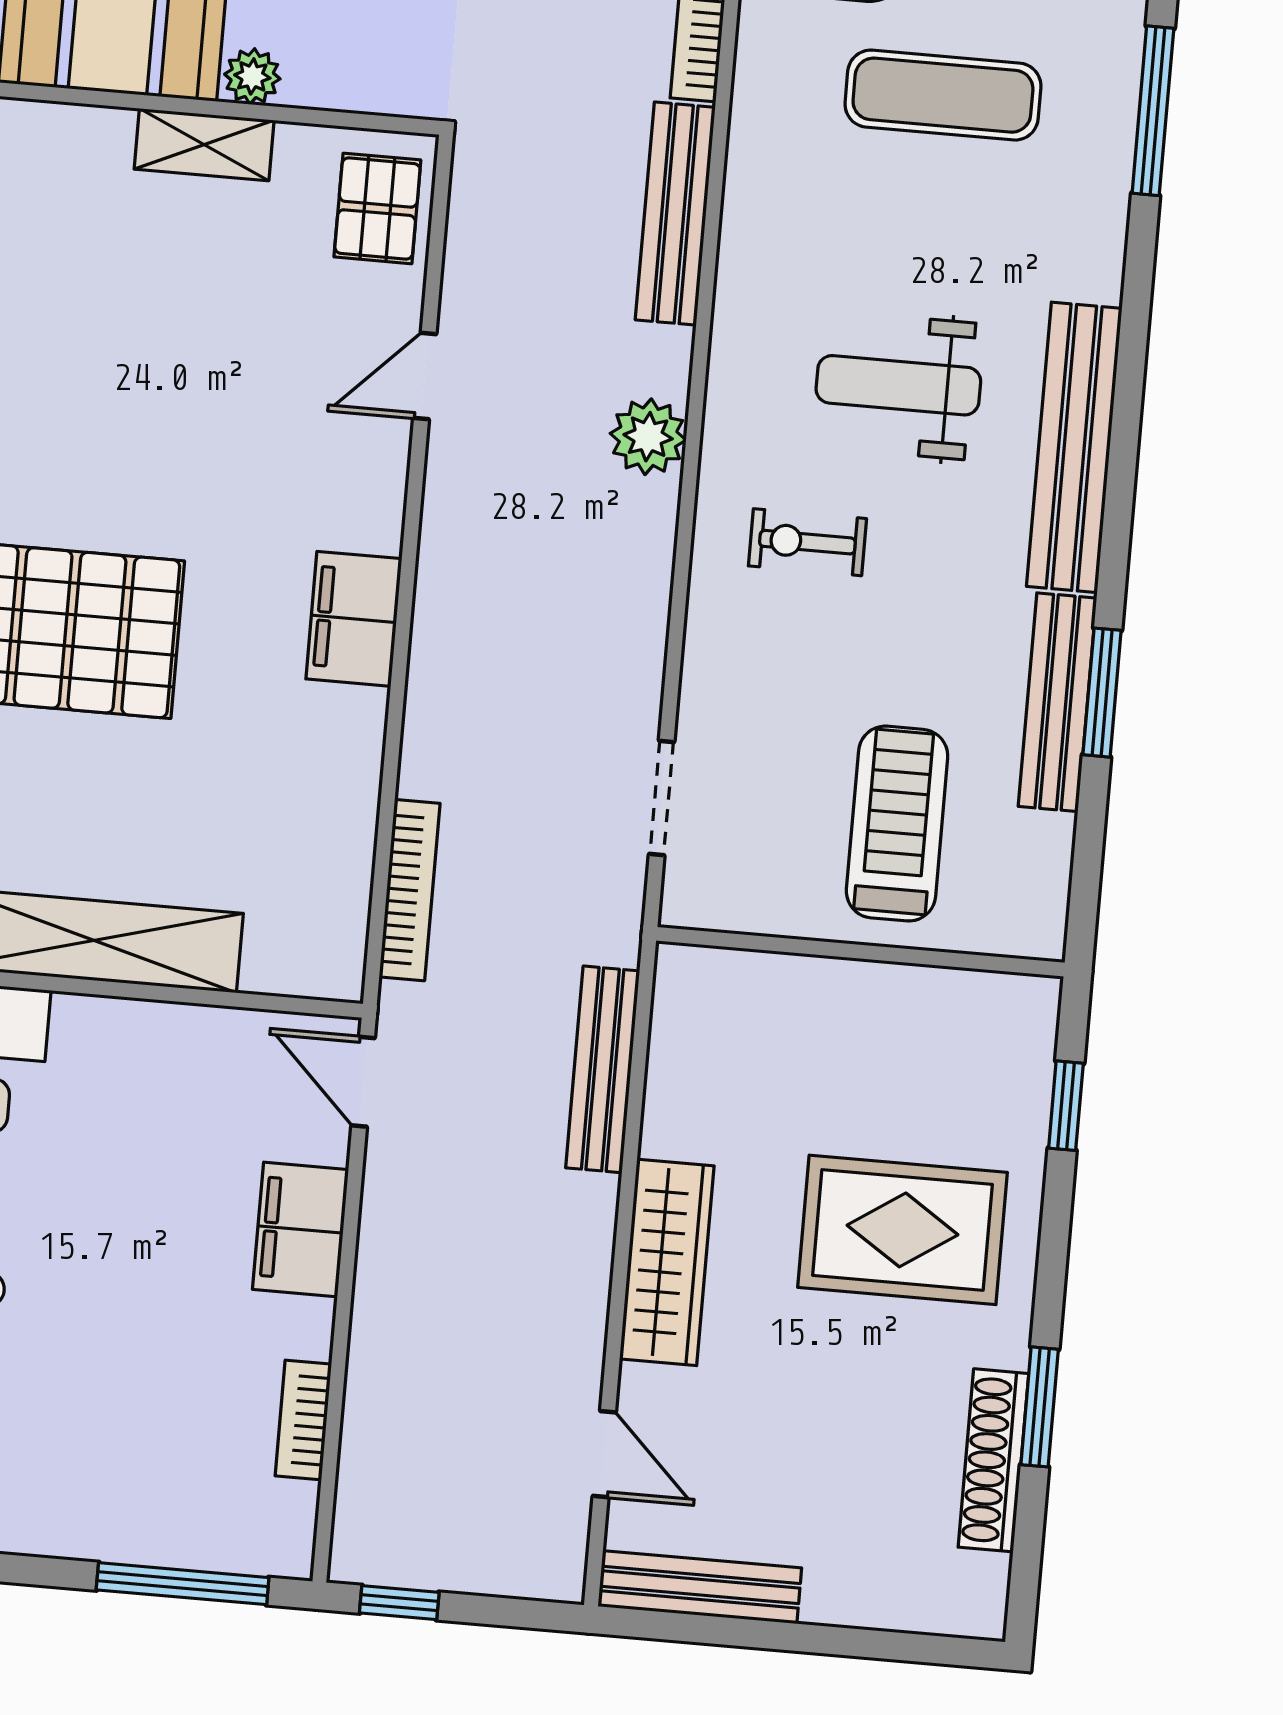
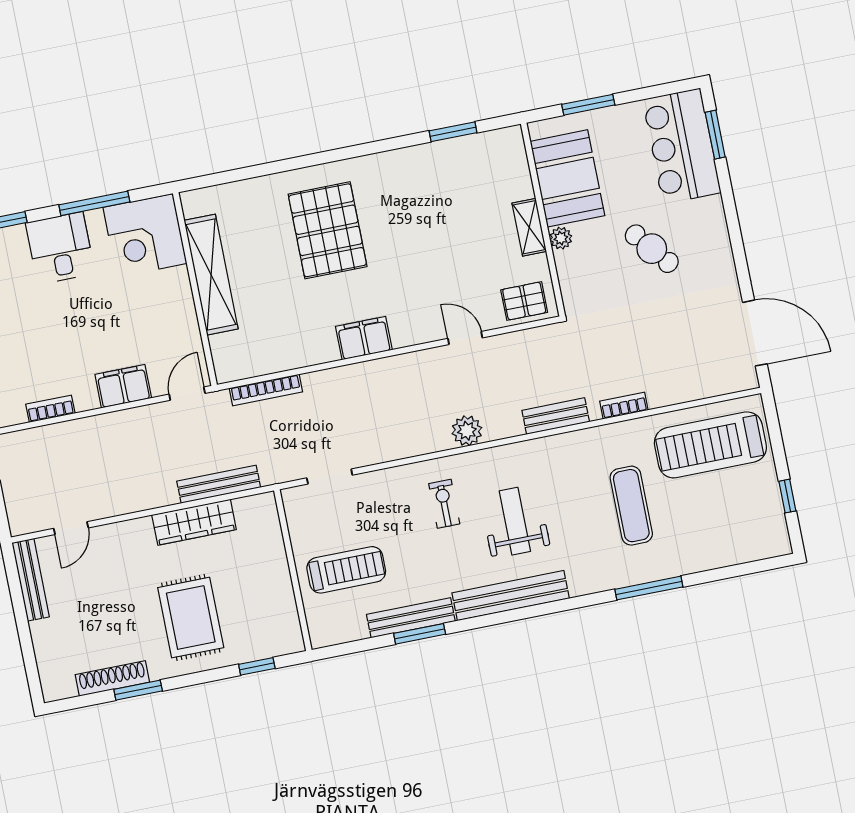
bench: (675, 214) -> (556, 416), width x0.73
wardrobe: (667, 1262) -> (194, 522), moved

